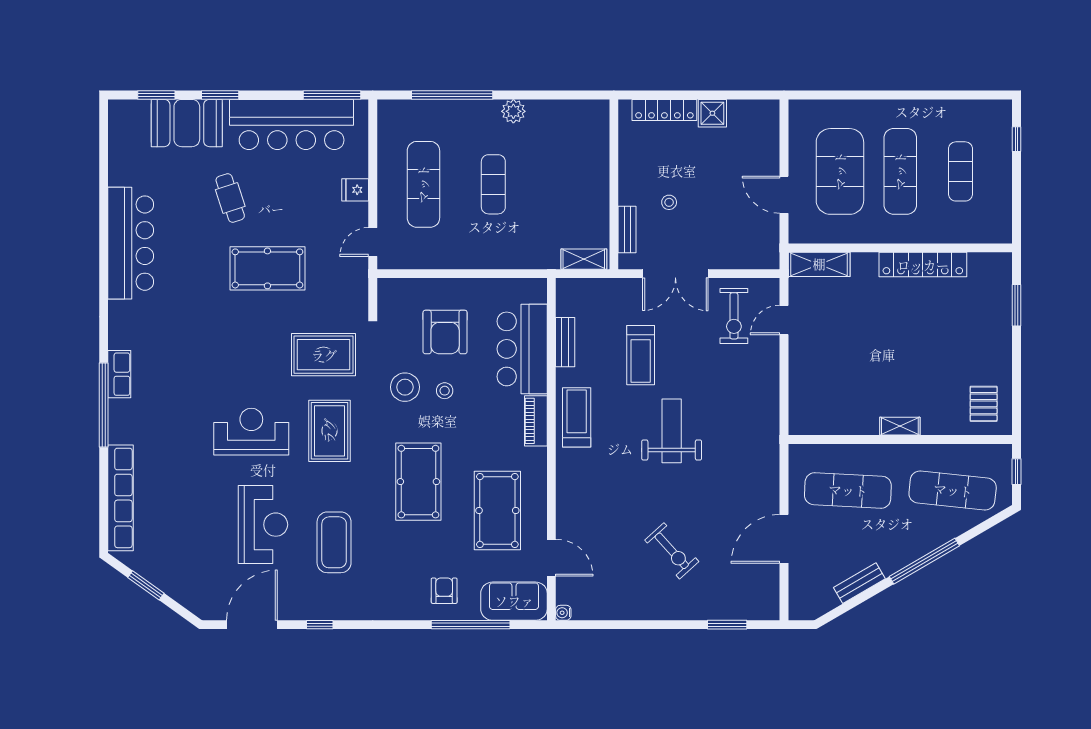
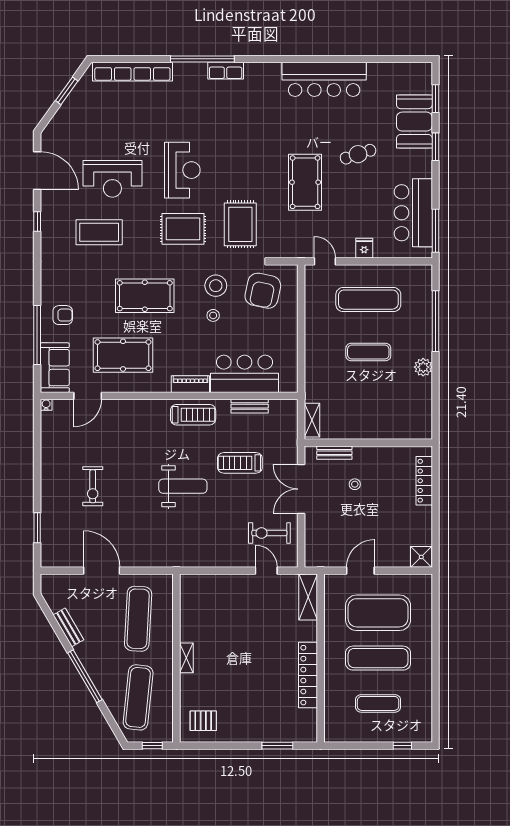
shower: (712, 113) -> (421, 557), moved
bar counter: (292, 124) -> (413, 213), width x0.73
armchair: (445, 332) -> (263, 291), moved, turned -78
exercise bike: (672, 551) -> (93, 486), turned -48

